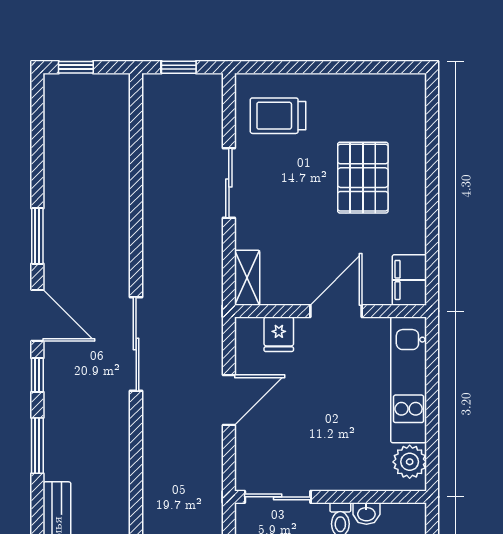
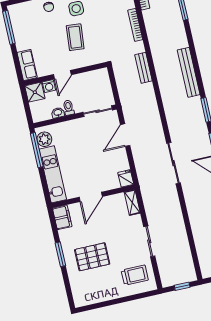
pallet: (363, 178) -> (92, 257), turned 90
window: (432, 199) -> (60, 254), added
fridge: (279, 334) -> (126, 178), moved
door: (229, 400) -> (125, 135), moved
window: (432, 442) -> (37, 150), added

